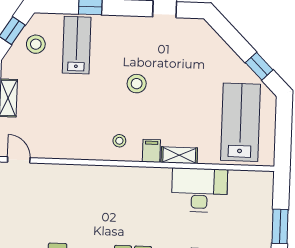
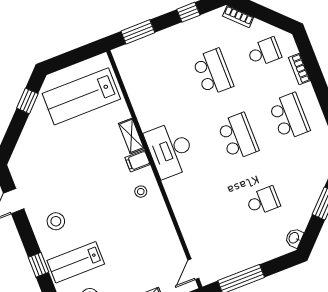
stool: (137, 84) -> (56, 221), moved
desk: (199, 190) -> (170, 150), moved
window: (280, 226) -> (138, 32), moved

